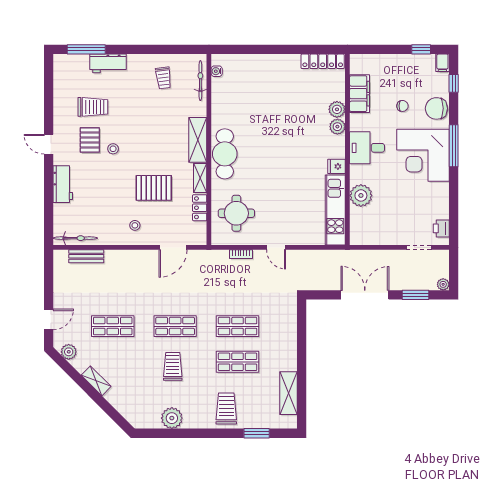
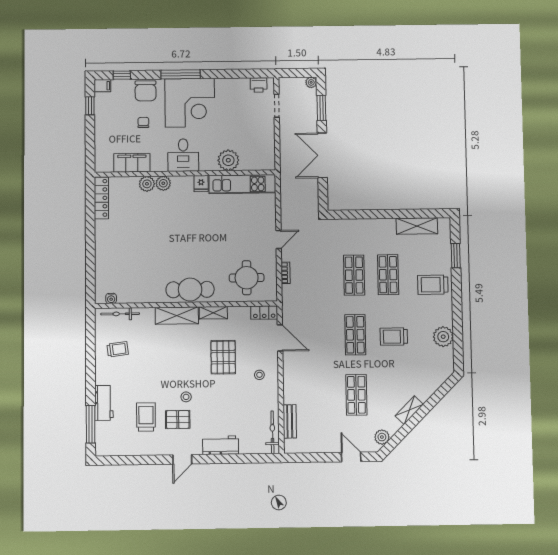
locker: (200, 208) -> (264, 312), moved

